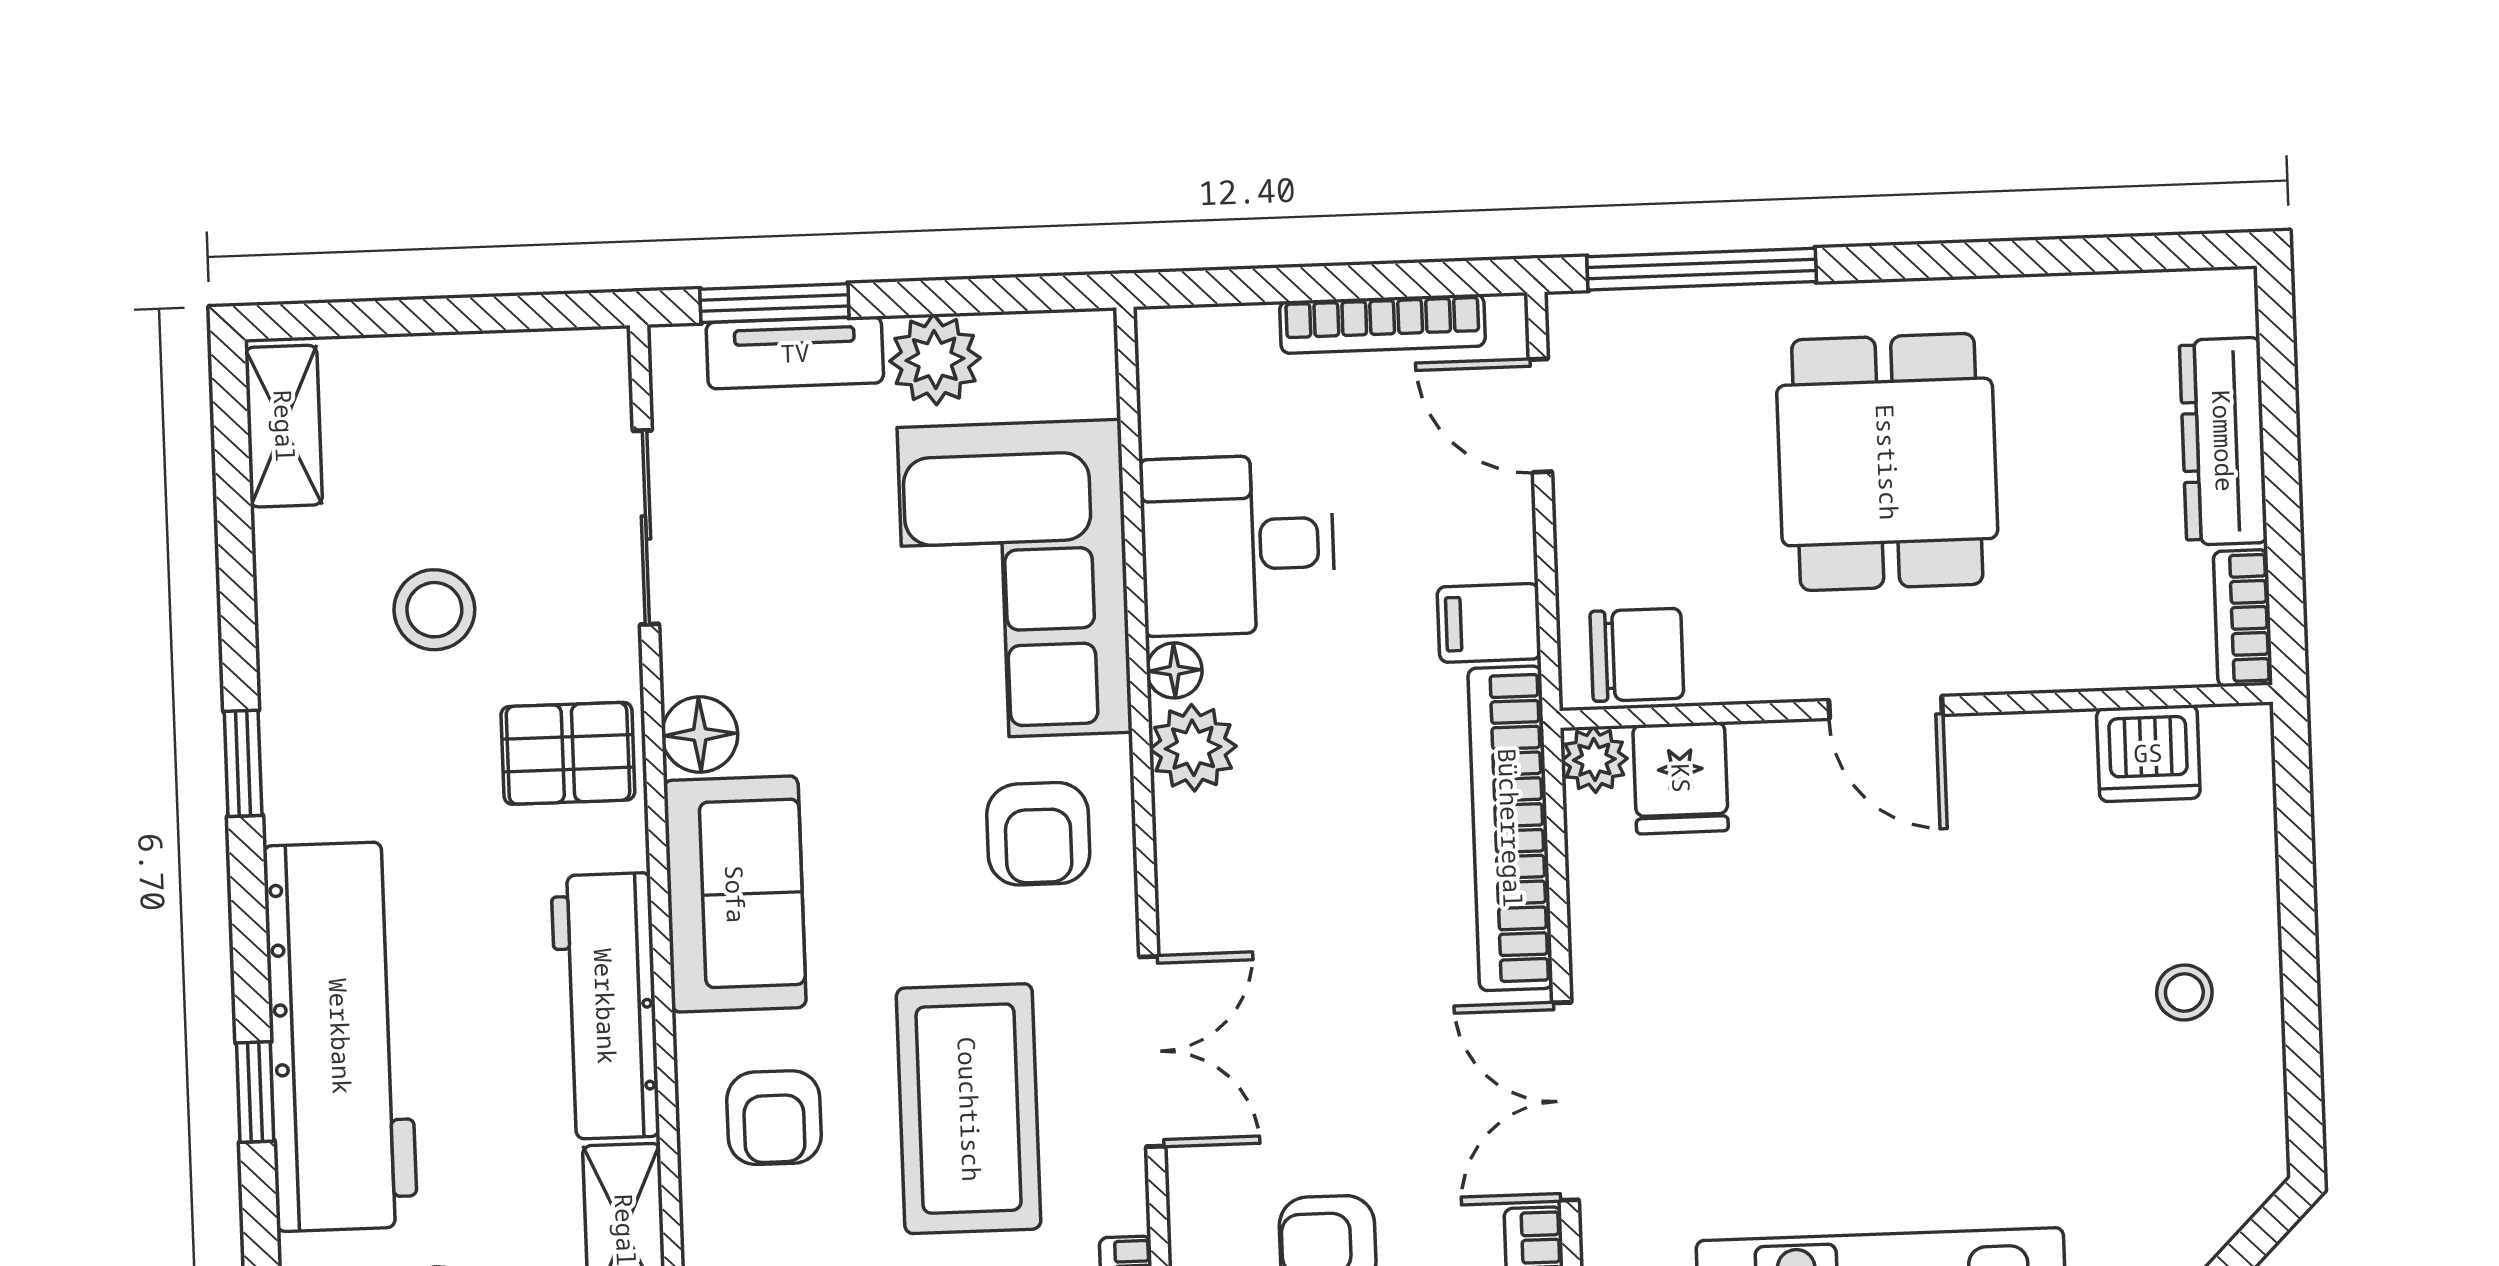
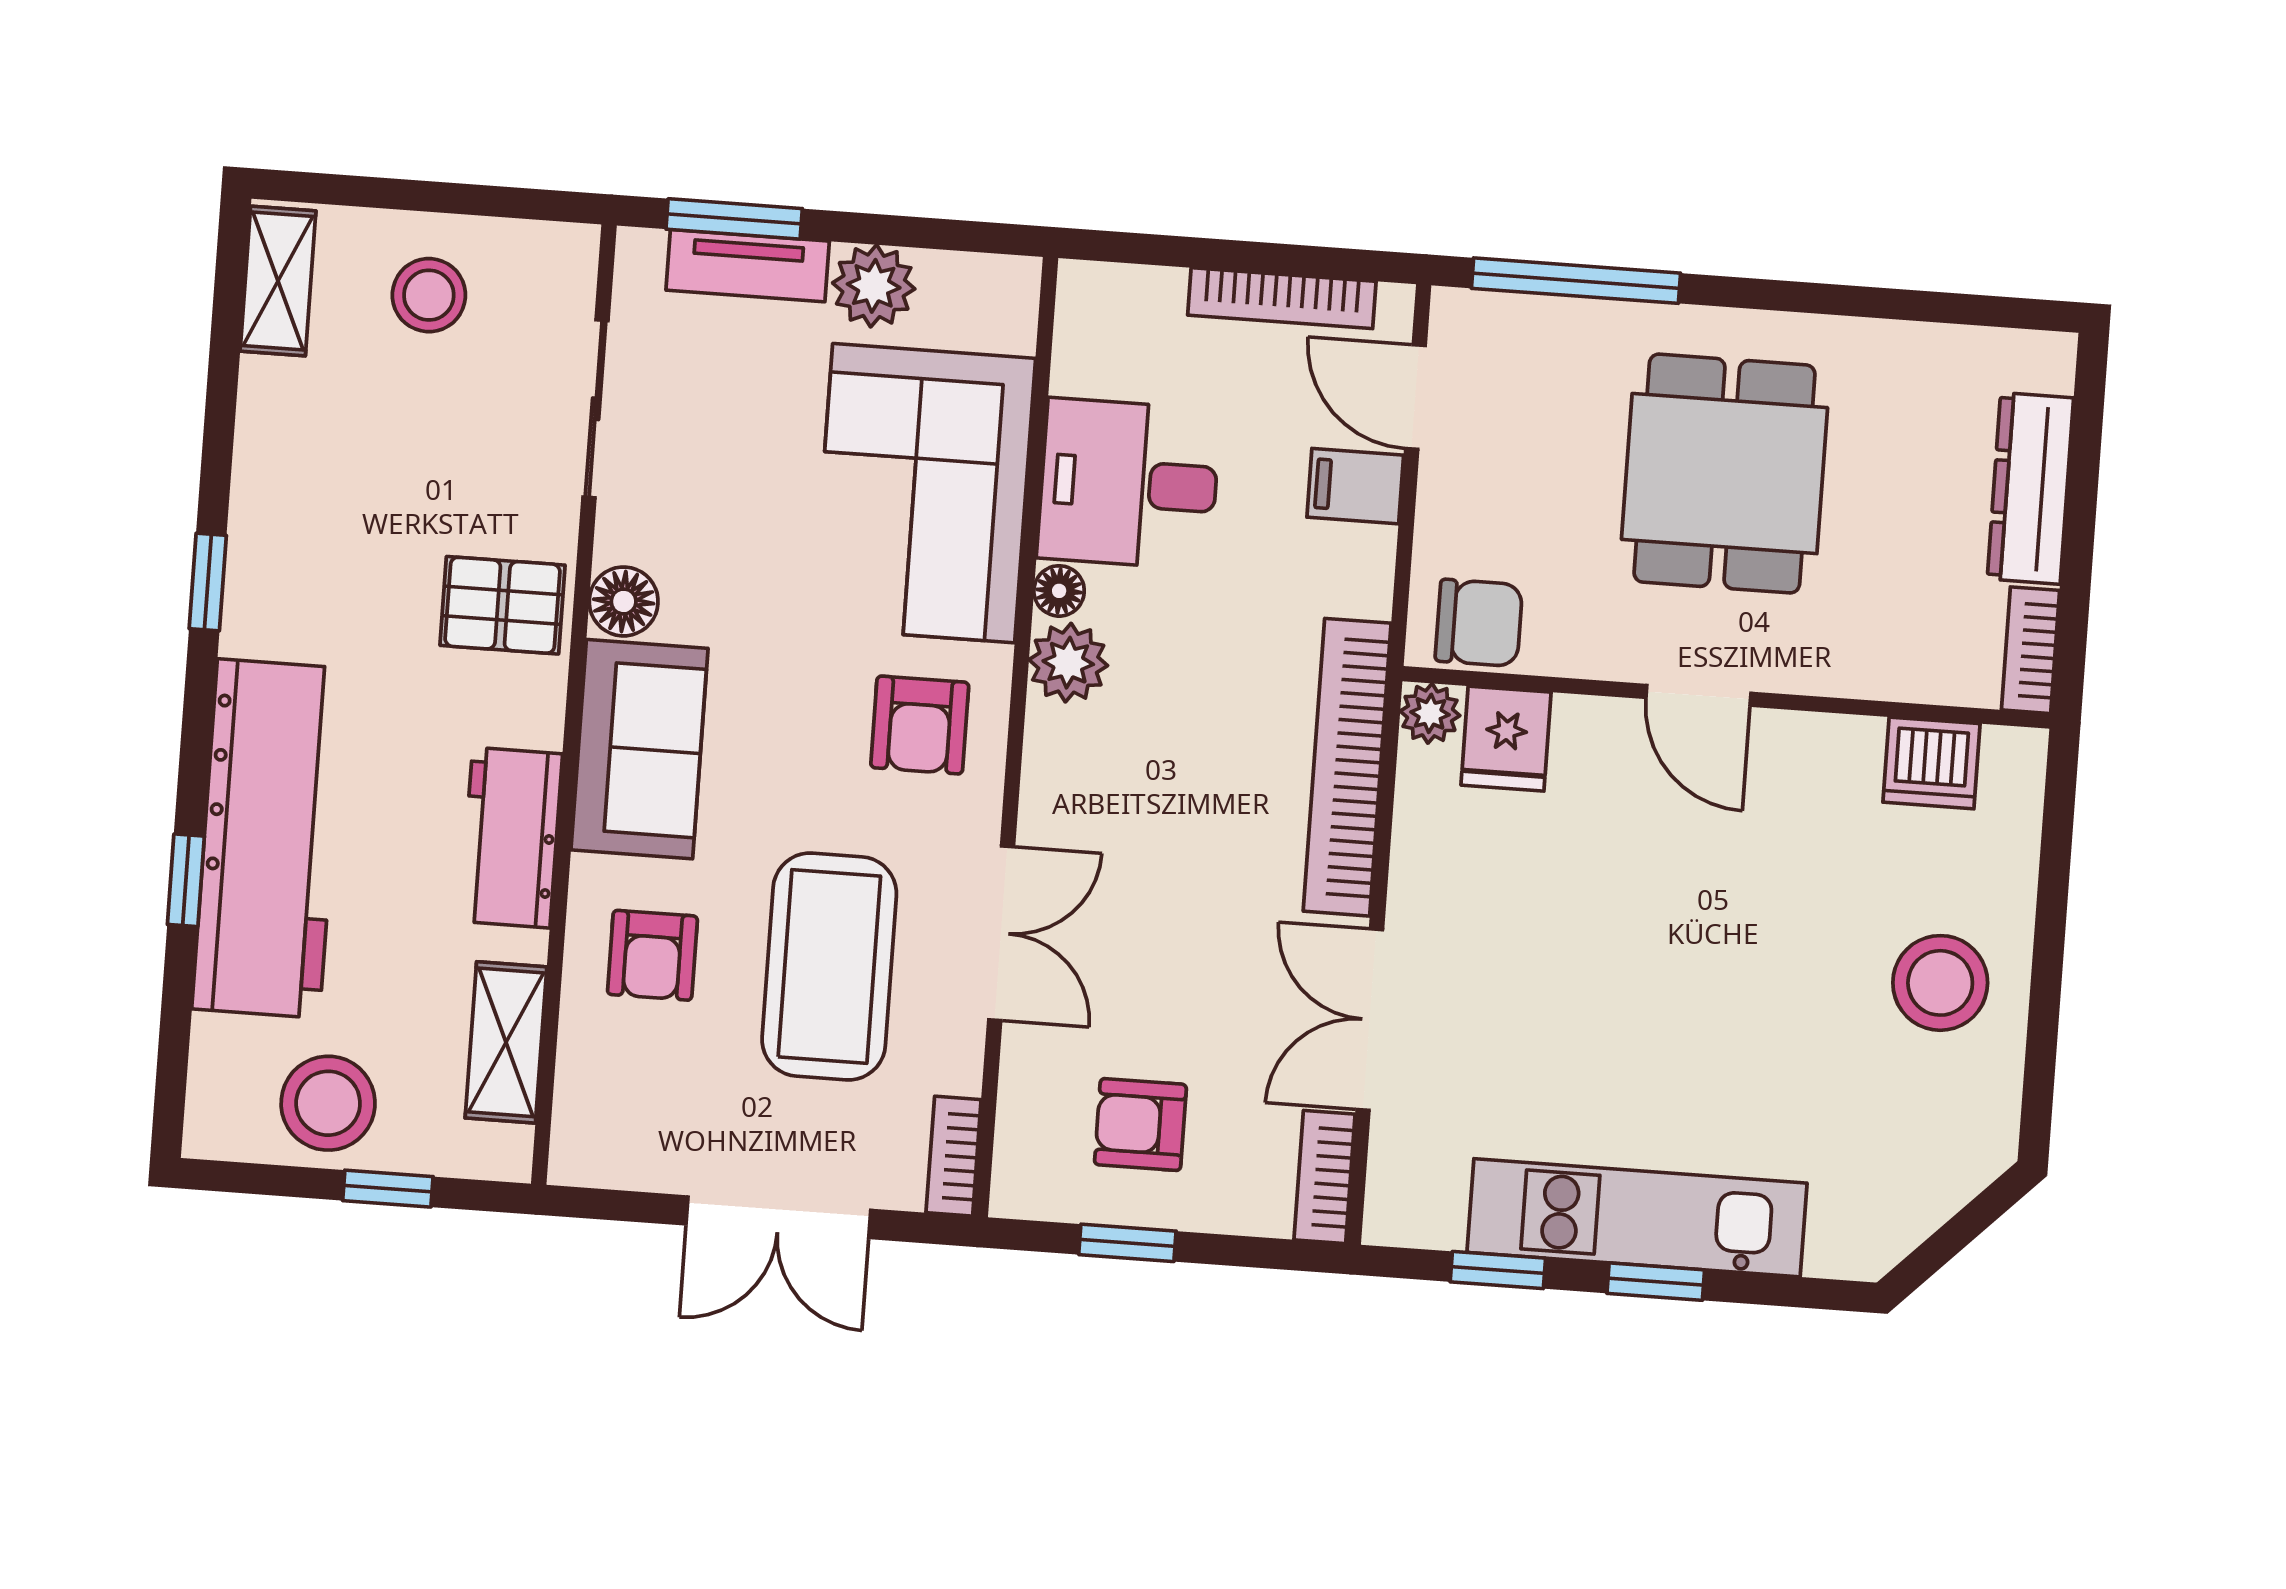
stool: (434, 610) -> (429, 295), moved
filing cabinet: (1489, 623) -> (1355, 486), moved
stool: (2184, 992) -> (1940, 983), width x1.89, depth x1.89
workbench: (605, 1006) -> (511, 838), width x0.73

